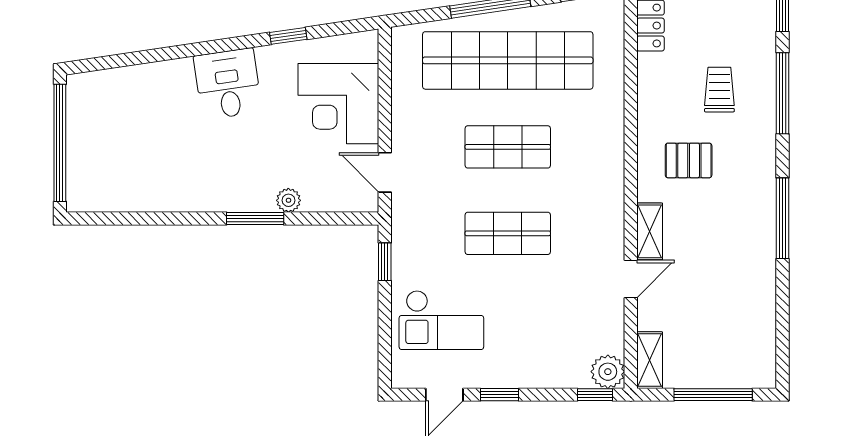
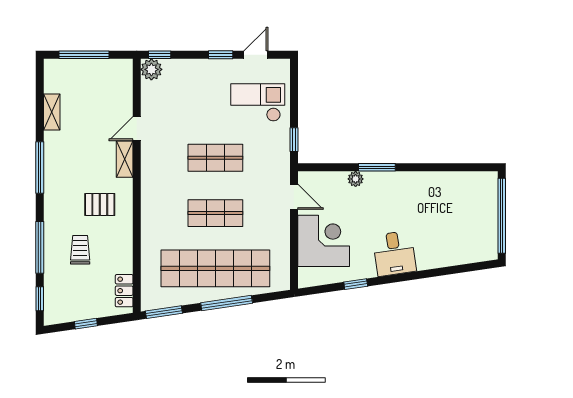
trolley: (719, 90) -> (80, 250), turned 180
shelving: (650, 360) -> (52, 112), moved

